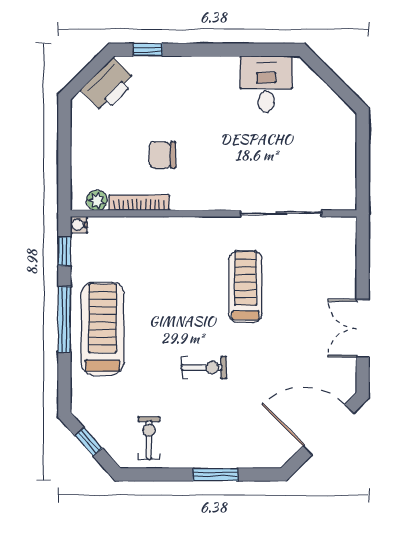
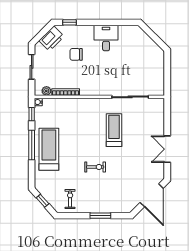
desk: (266, 84) -> (106, 38), moved
sliding door: (64, 147) -> (32, 67), added
chair: (162, 155) -> (76, 54), moved
door: (328, 430) -> (152, 195), swing flipped

